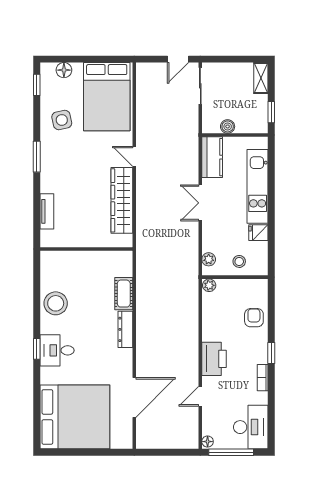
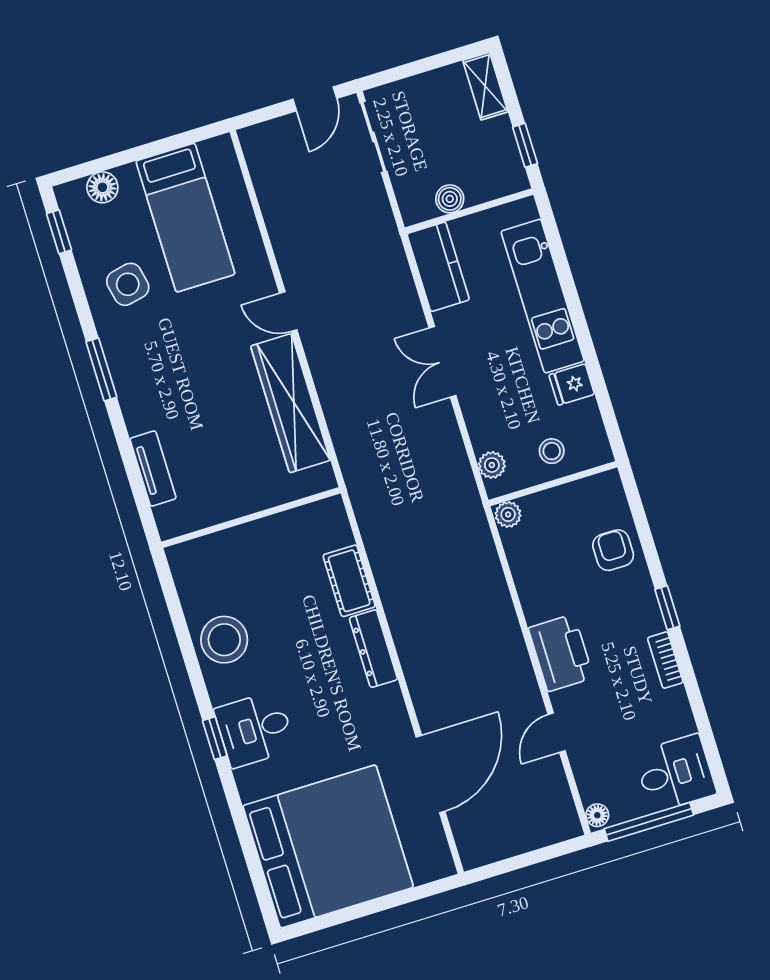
bed: (107, 97) -> (185, 218), width x0.67
desk: (251, 427) -> (675, 773), width x0.73

